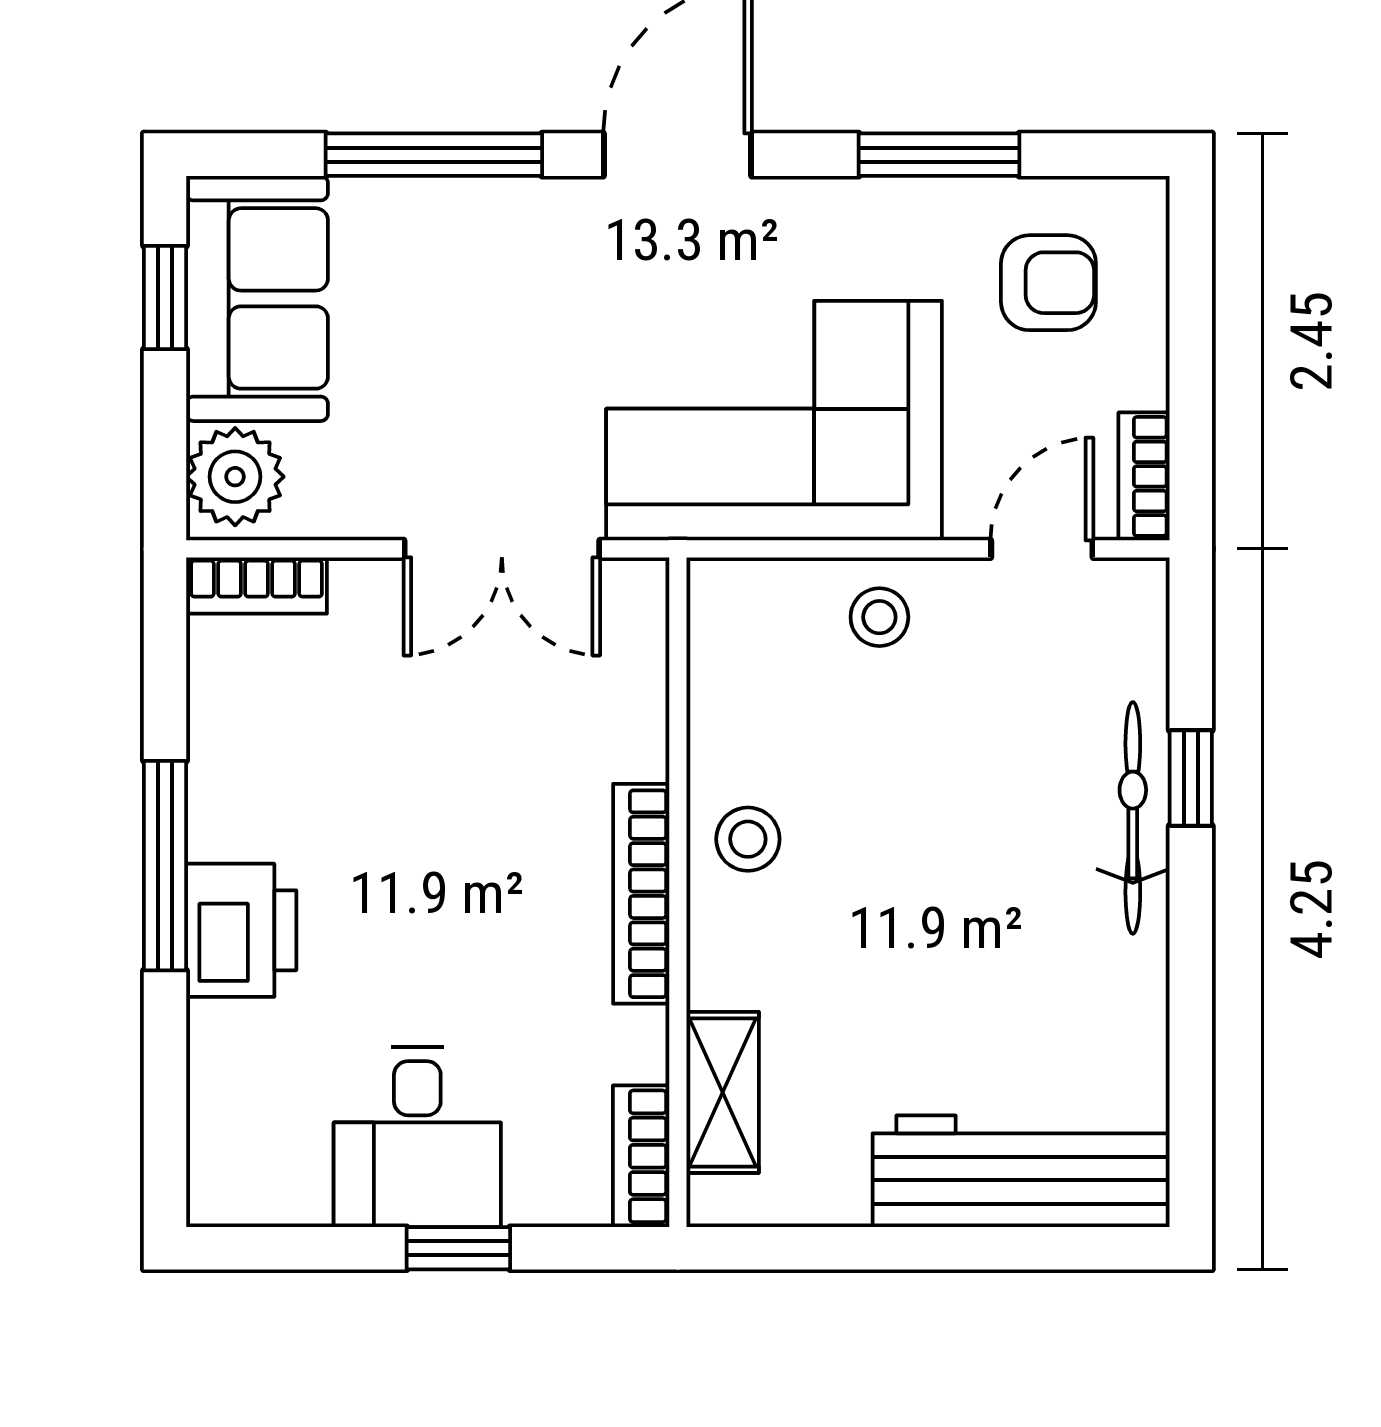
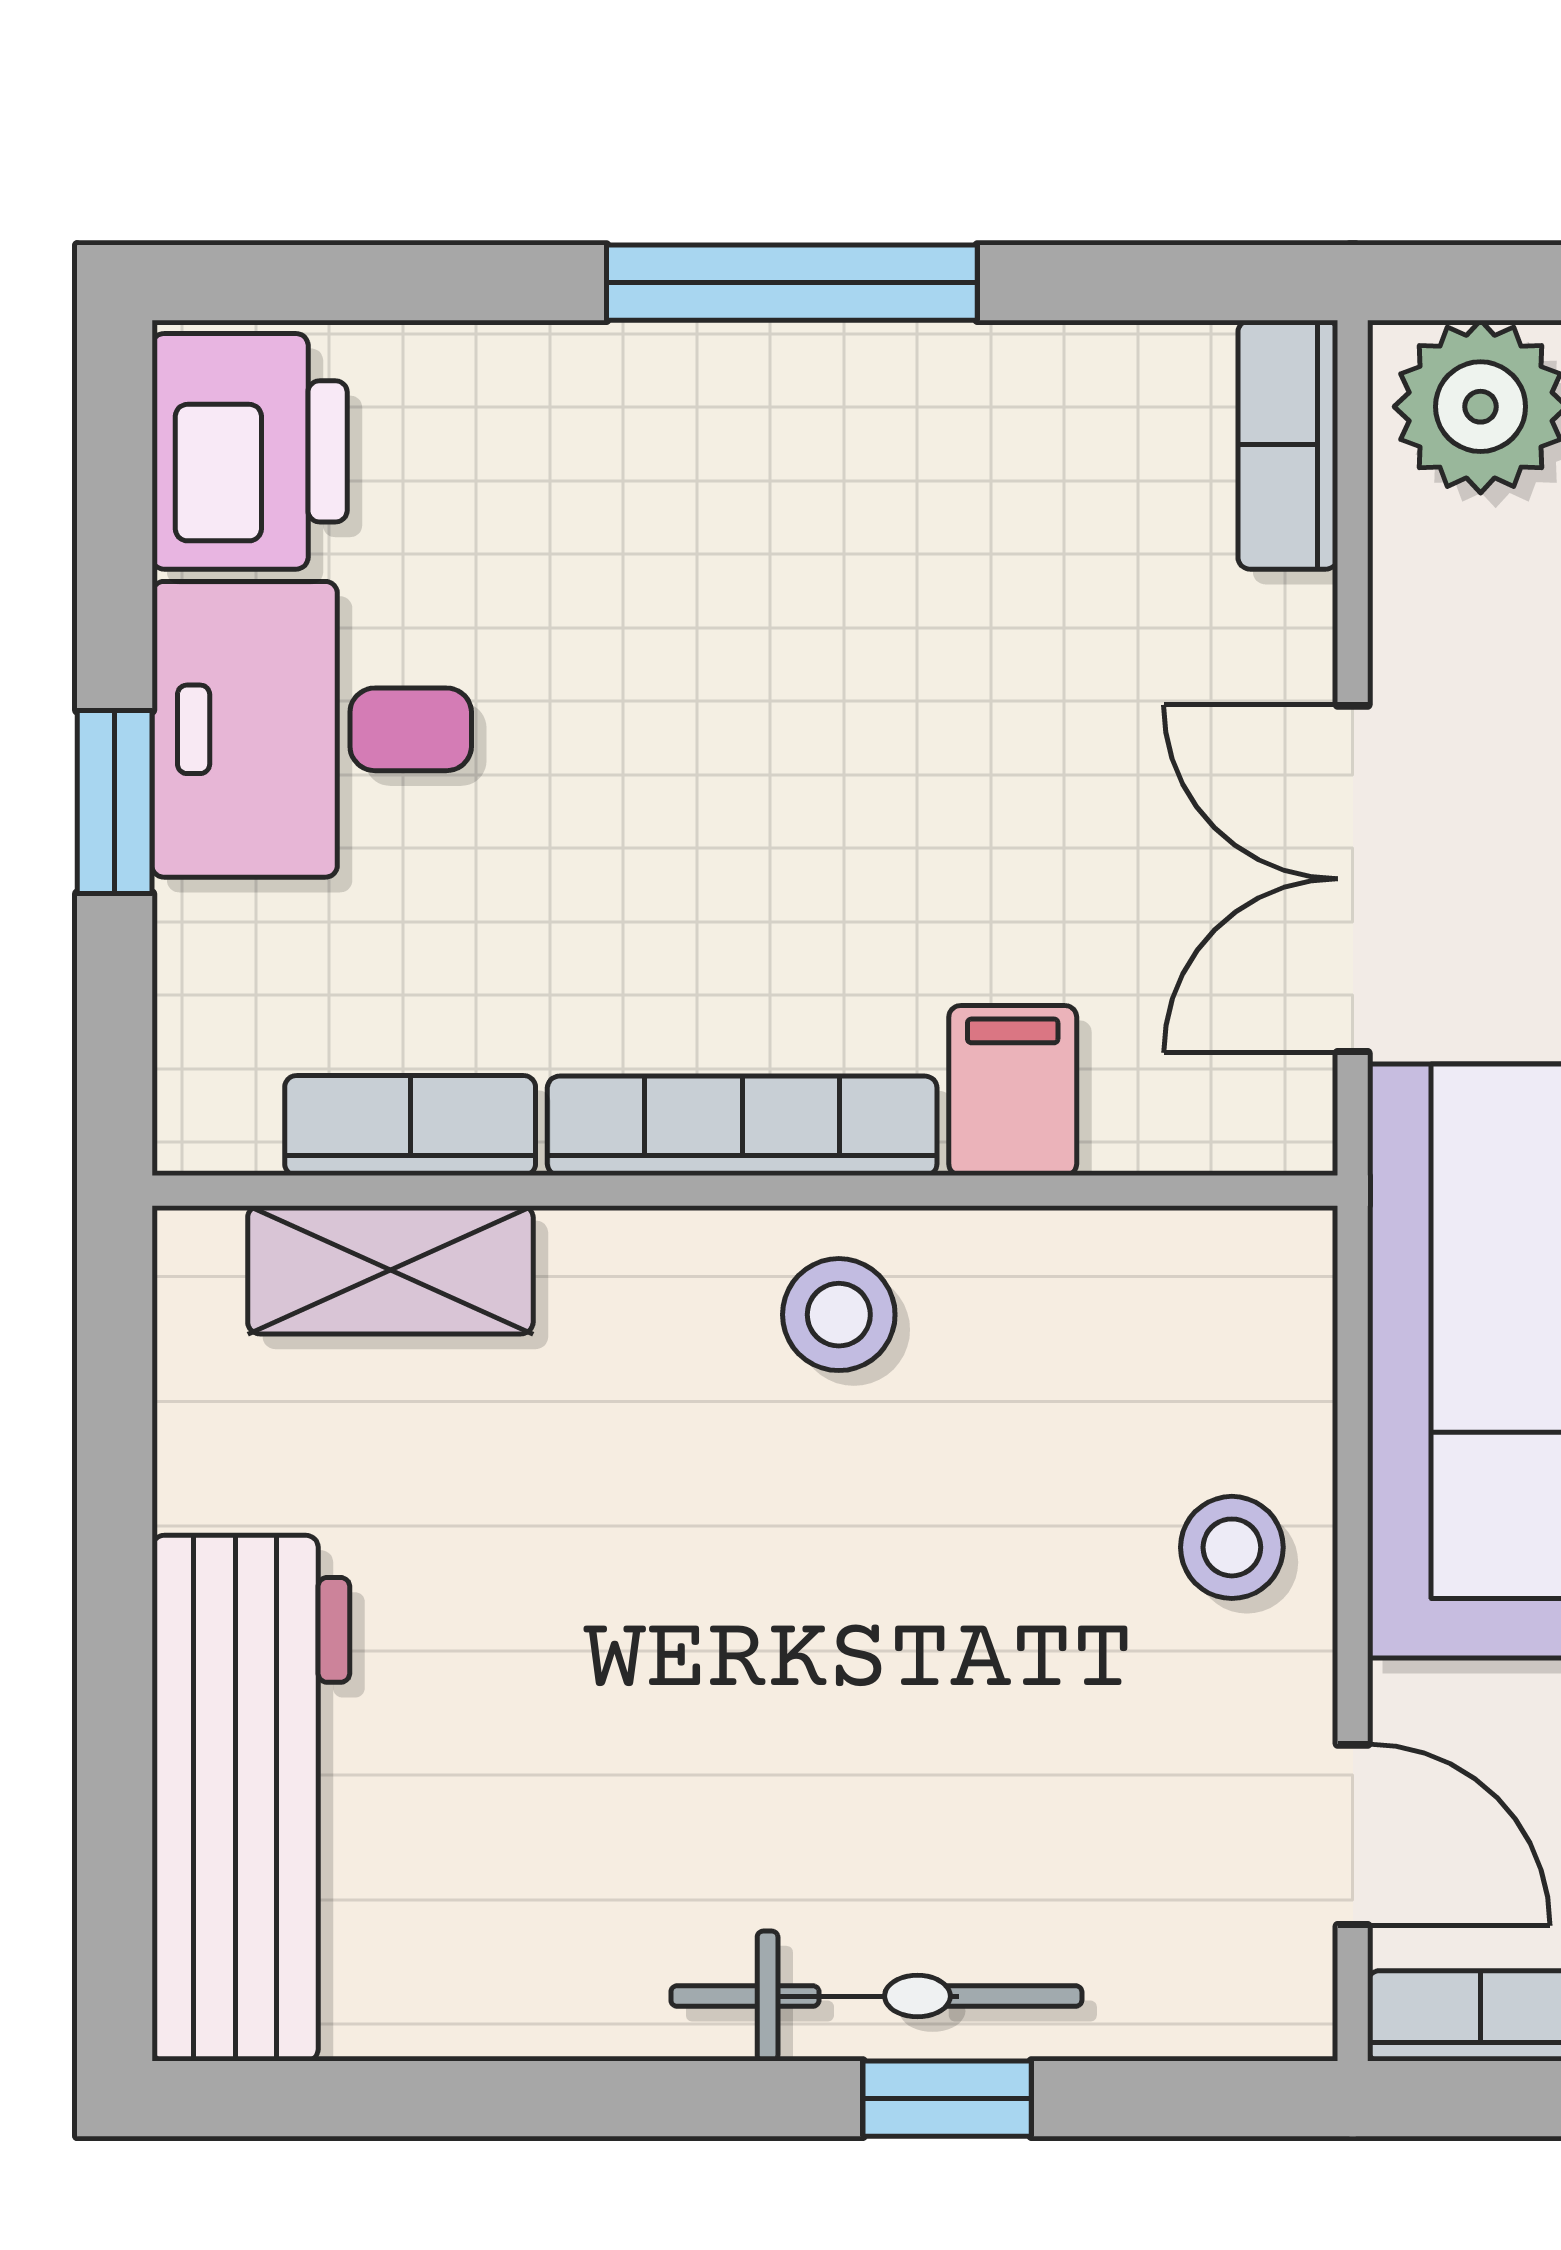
filing cabinet: (621, 741) -> (1013, 1090), added
printer: (241, 930) -> (250, 451), moved, turned -90
bookcase: (641, 1156) -> (410, 1125), moved

